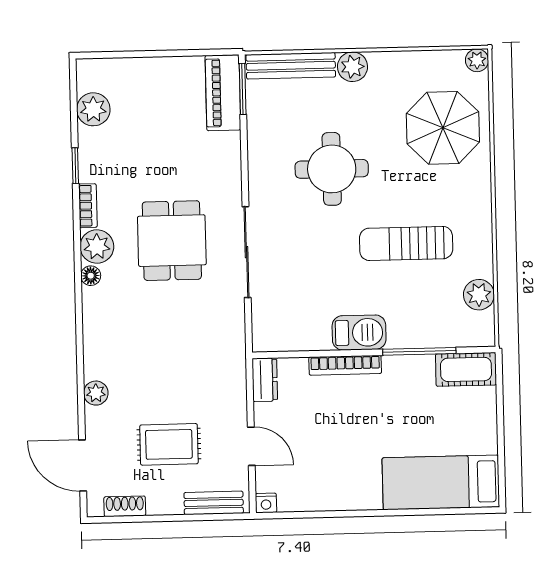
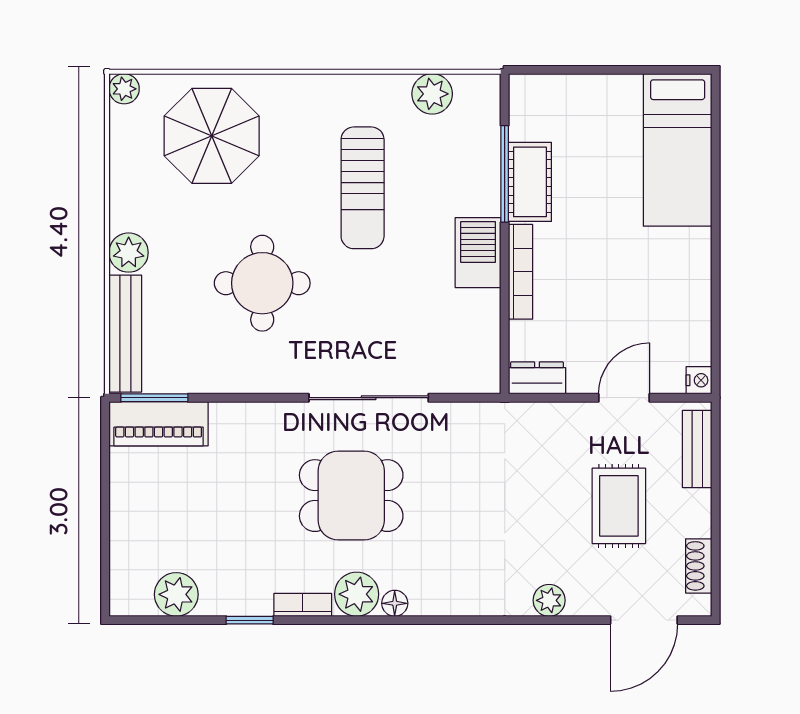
cot: (466, 369) -> (530, 182), moved

